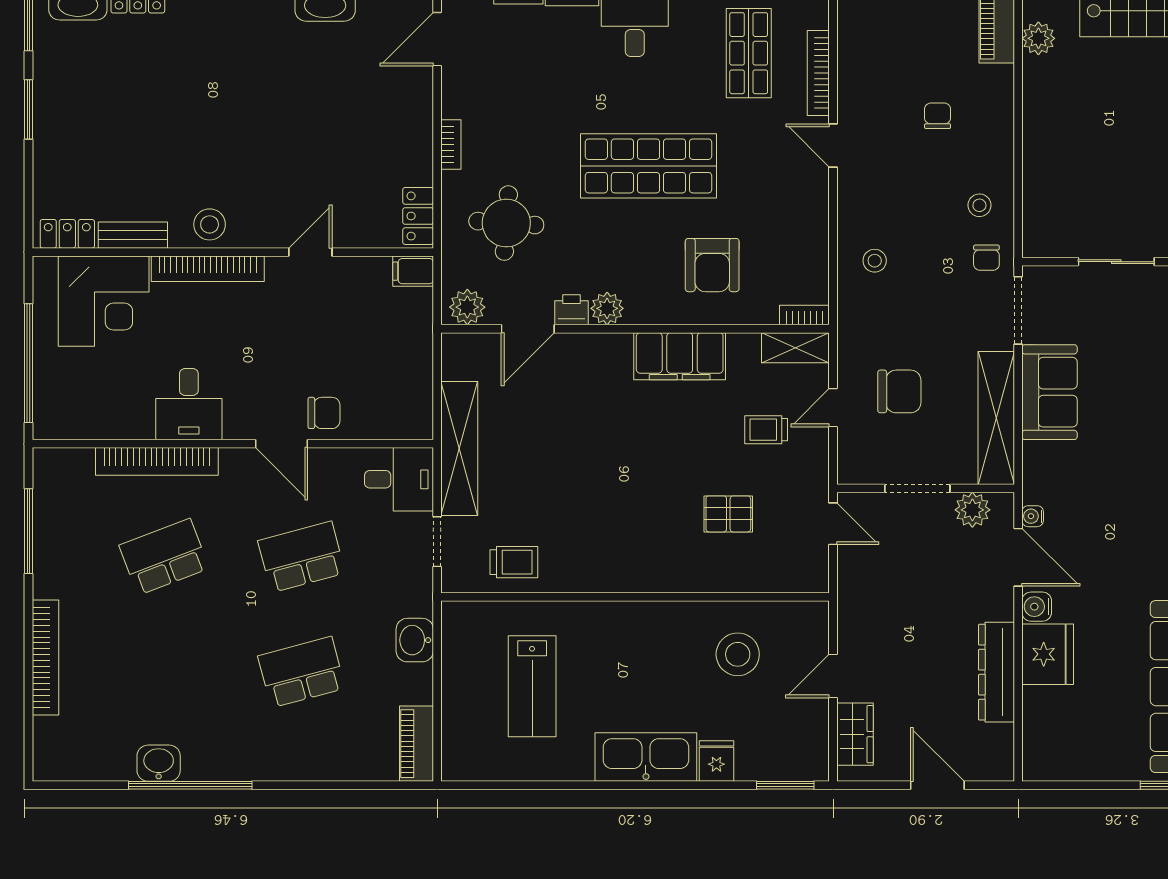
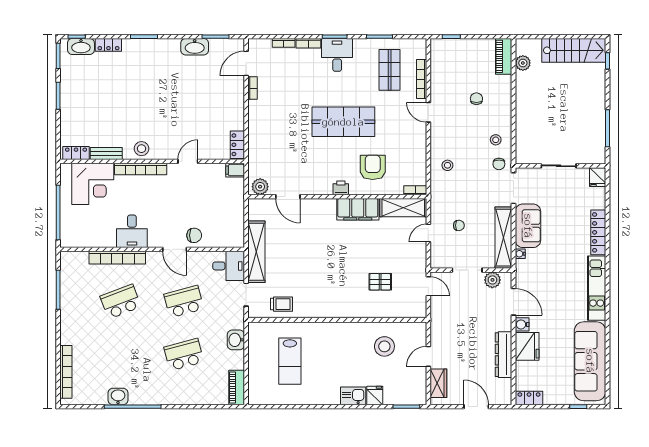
bookcase: (451, 144) -> (253, 88), moved
round table: (506, 223) -> (278, 148), removed
armchair: (712, 265) -> (373, 167), turned 180
plant: (607, 308) -> (324, 187), removed
printer: (571, 310) -> (341, 188), moved
door: (528, 329) -> (288, 197), hinge flipped
shelving: (795, 348) -> (403, 208), width x1.50, depth x1.33
chair: (899, 391) -> (459, 225), width x0.54, depth x0.54
trolley: (766, 430) -> (398, 243), removed
water cooler: (1033, 516) -> (520, 254), moved
bookcase: (45, 657) -> (66, 372), moved
kitchen sink: (646, 757) -> (353, 396), width x0.53, depth x0.81
locker: (1052, 766) -> (529, 398), added

